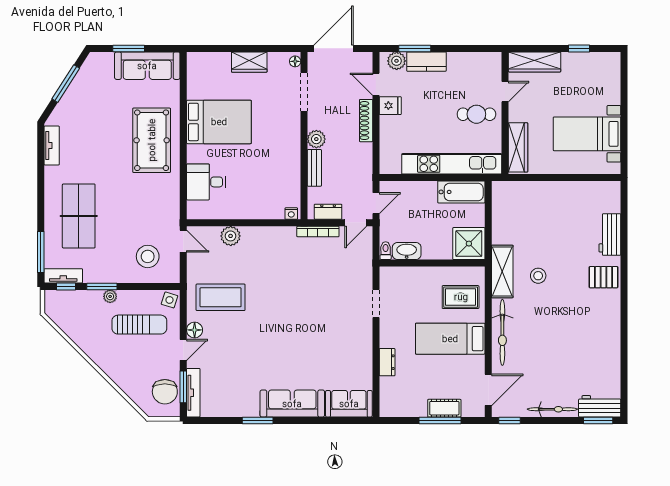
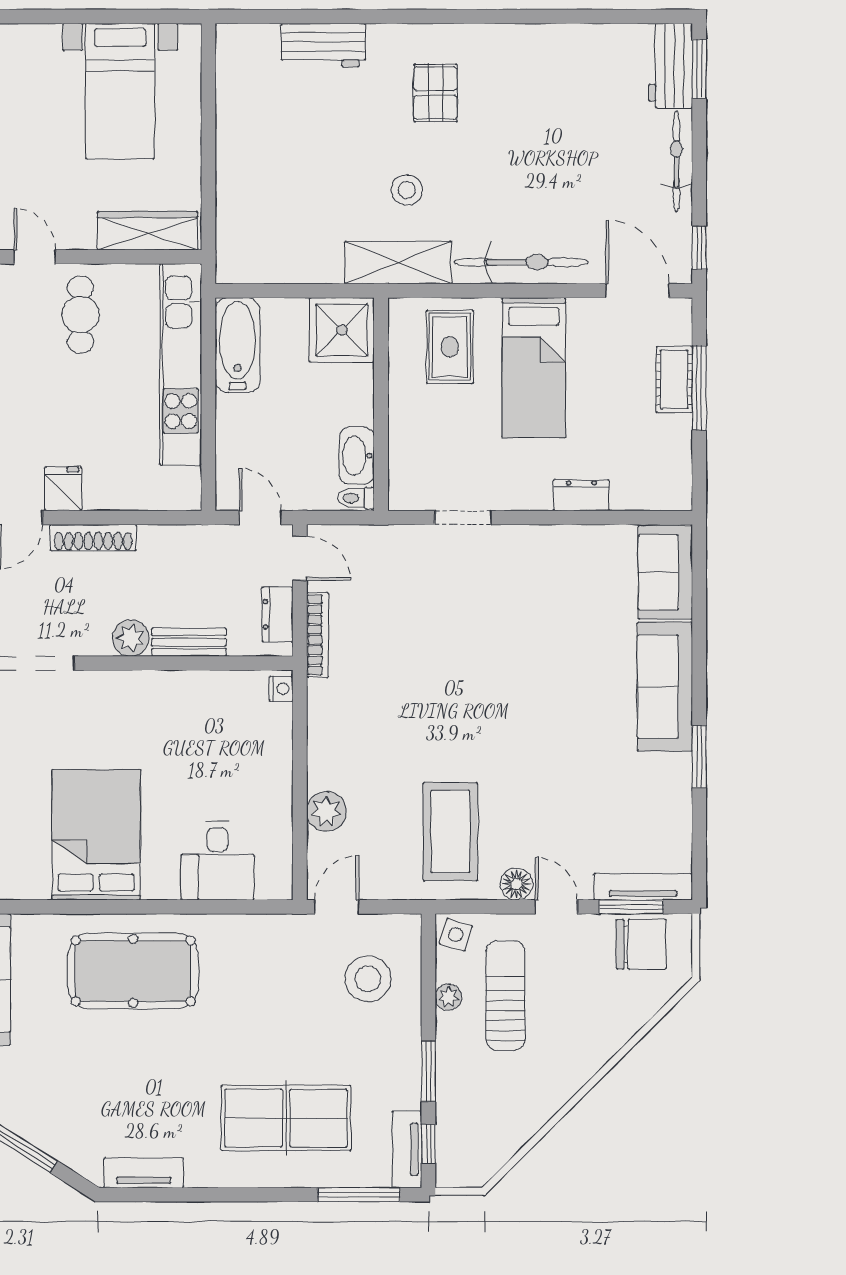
pallet: (603, 277) -> (435, 93), moved
plant: (110, 296) -> (448, 997), moved

